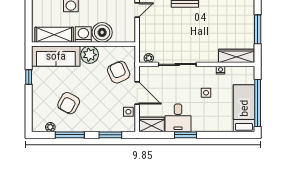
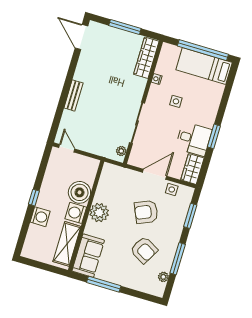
sofa: (56, 56) -> (88, 256), width x0.73
armchair: (119, 72) -> (146, 212), moved
window: (29, 77) -> (104, 284), width x2.17

